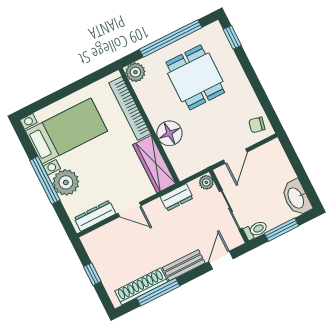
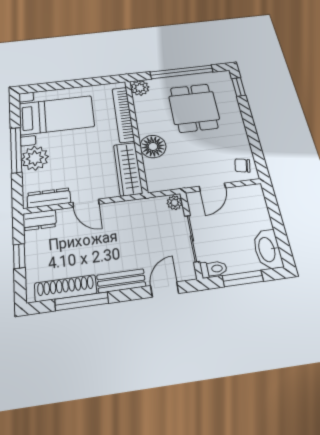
dresser: (177, 197) -> (40, 220), moved

